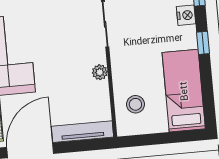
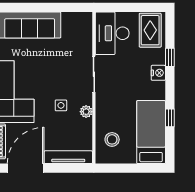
window: (203, 43) -> (170, 118), moved
side table: (67, 67) -> (61, 105), added

